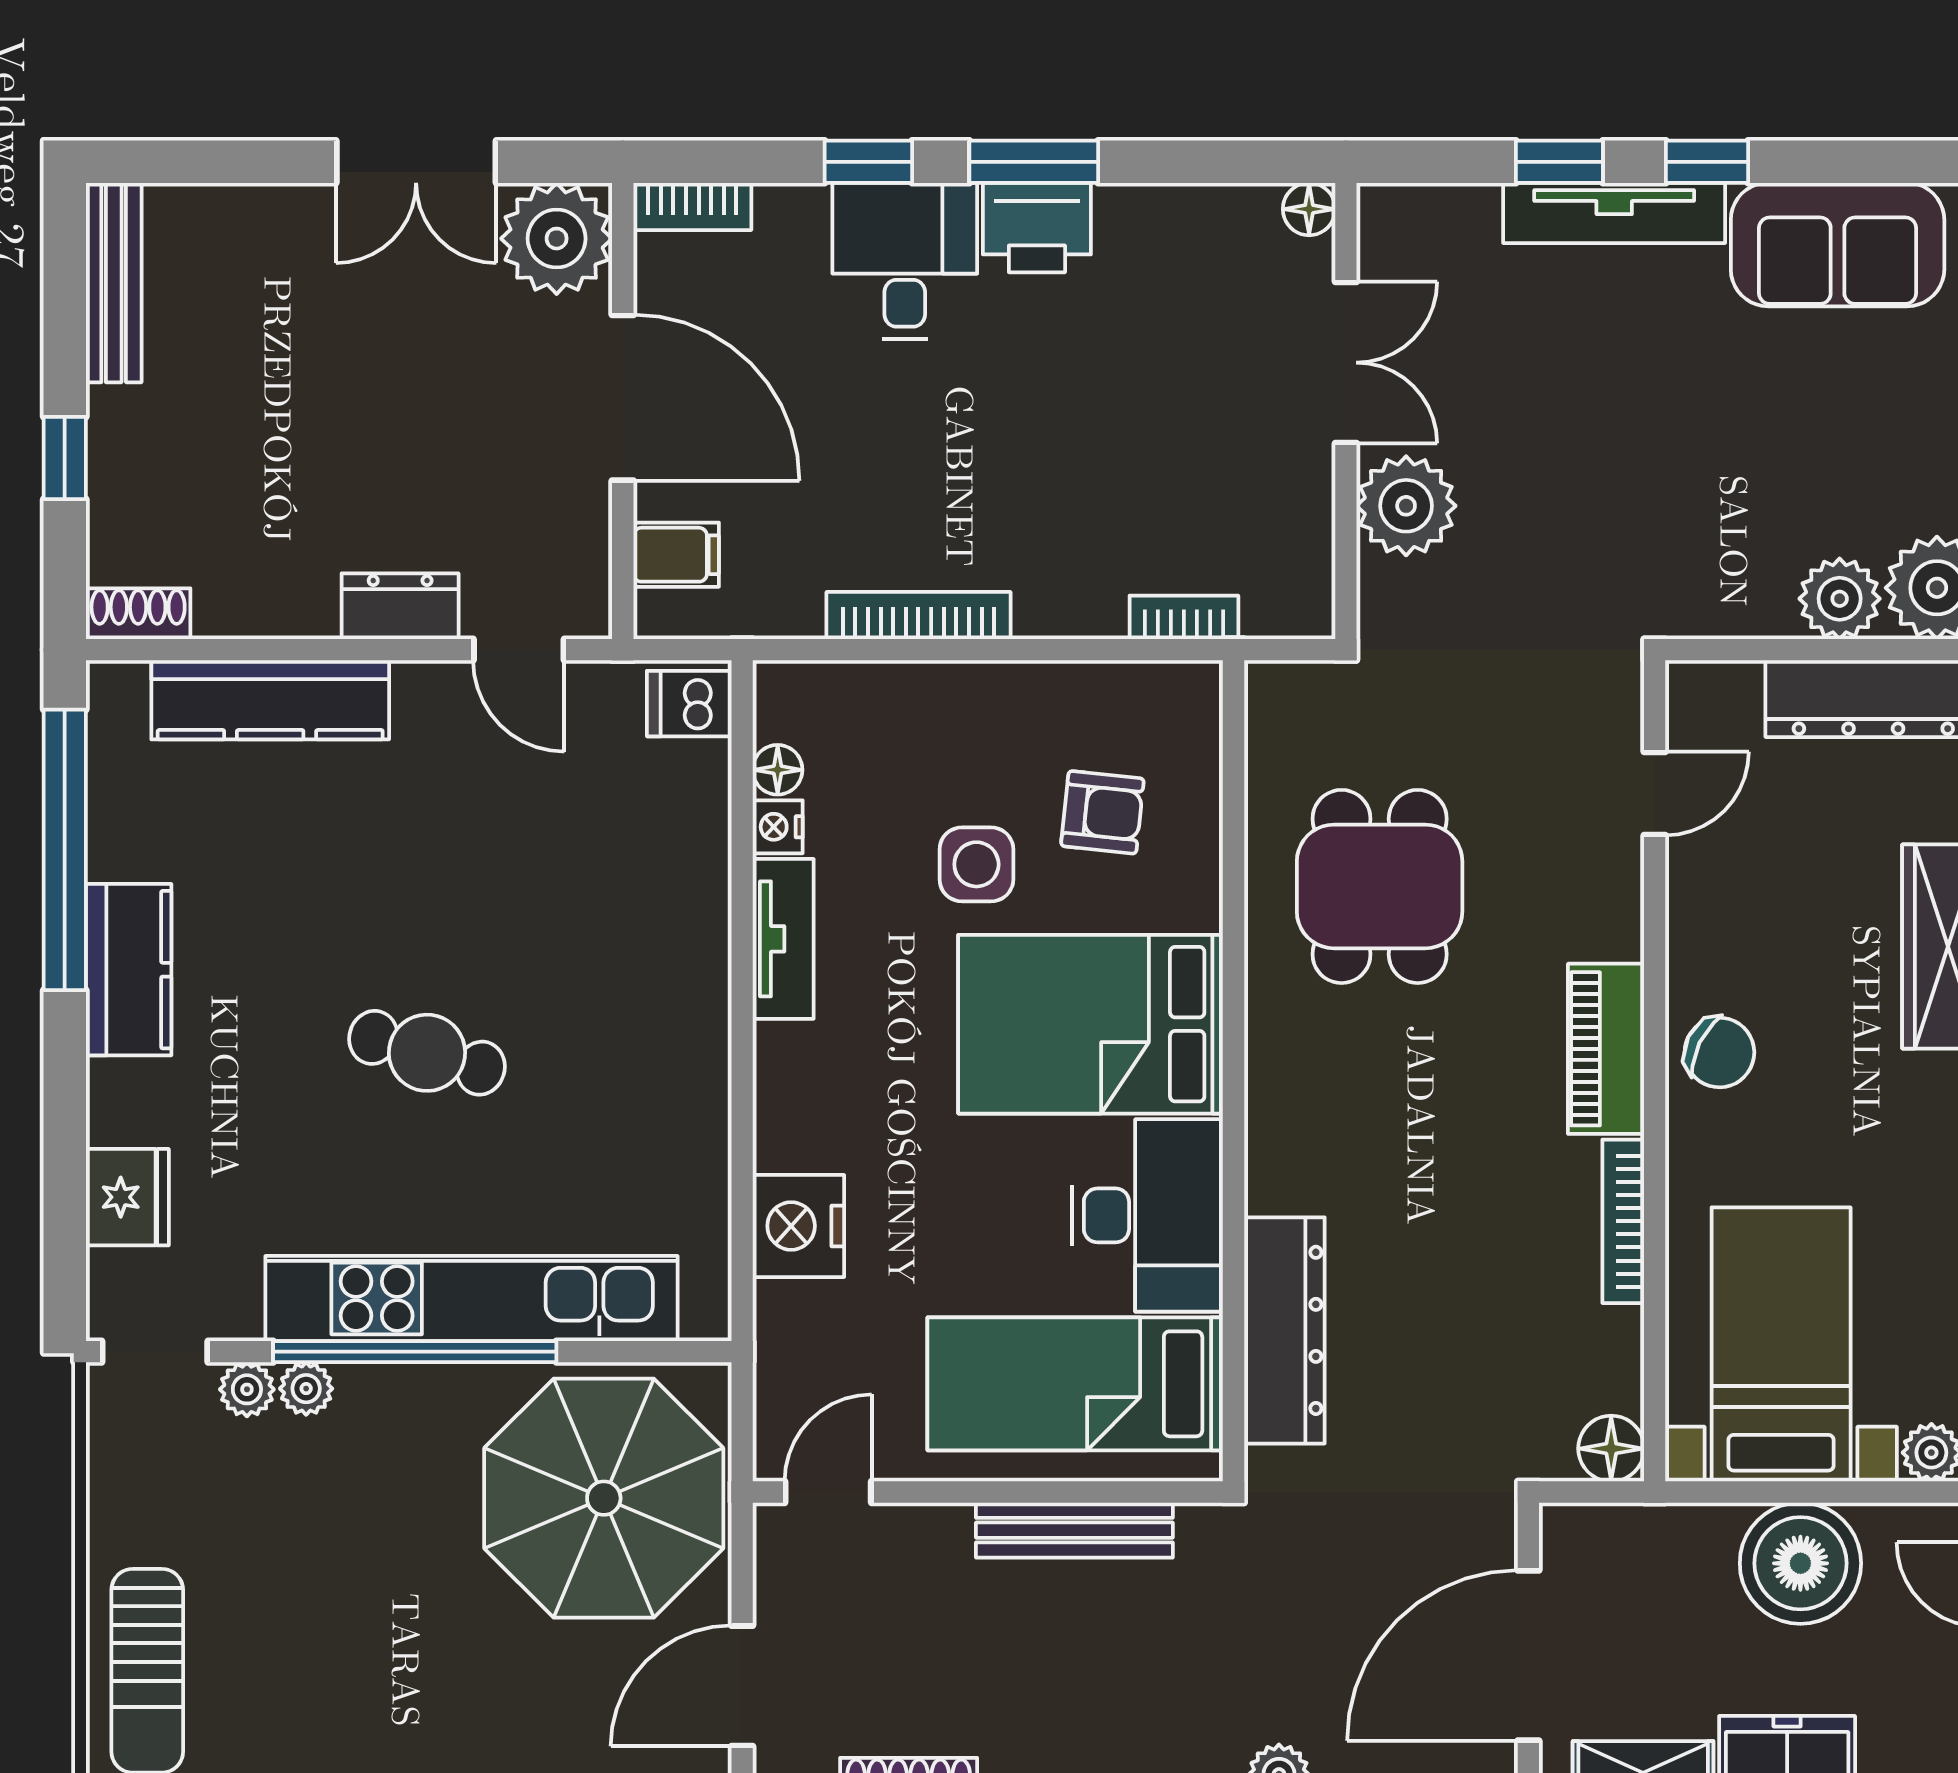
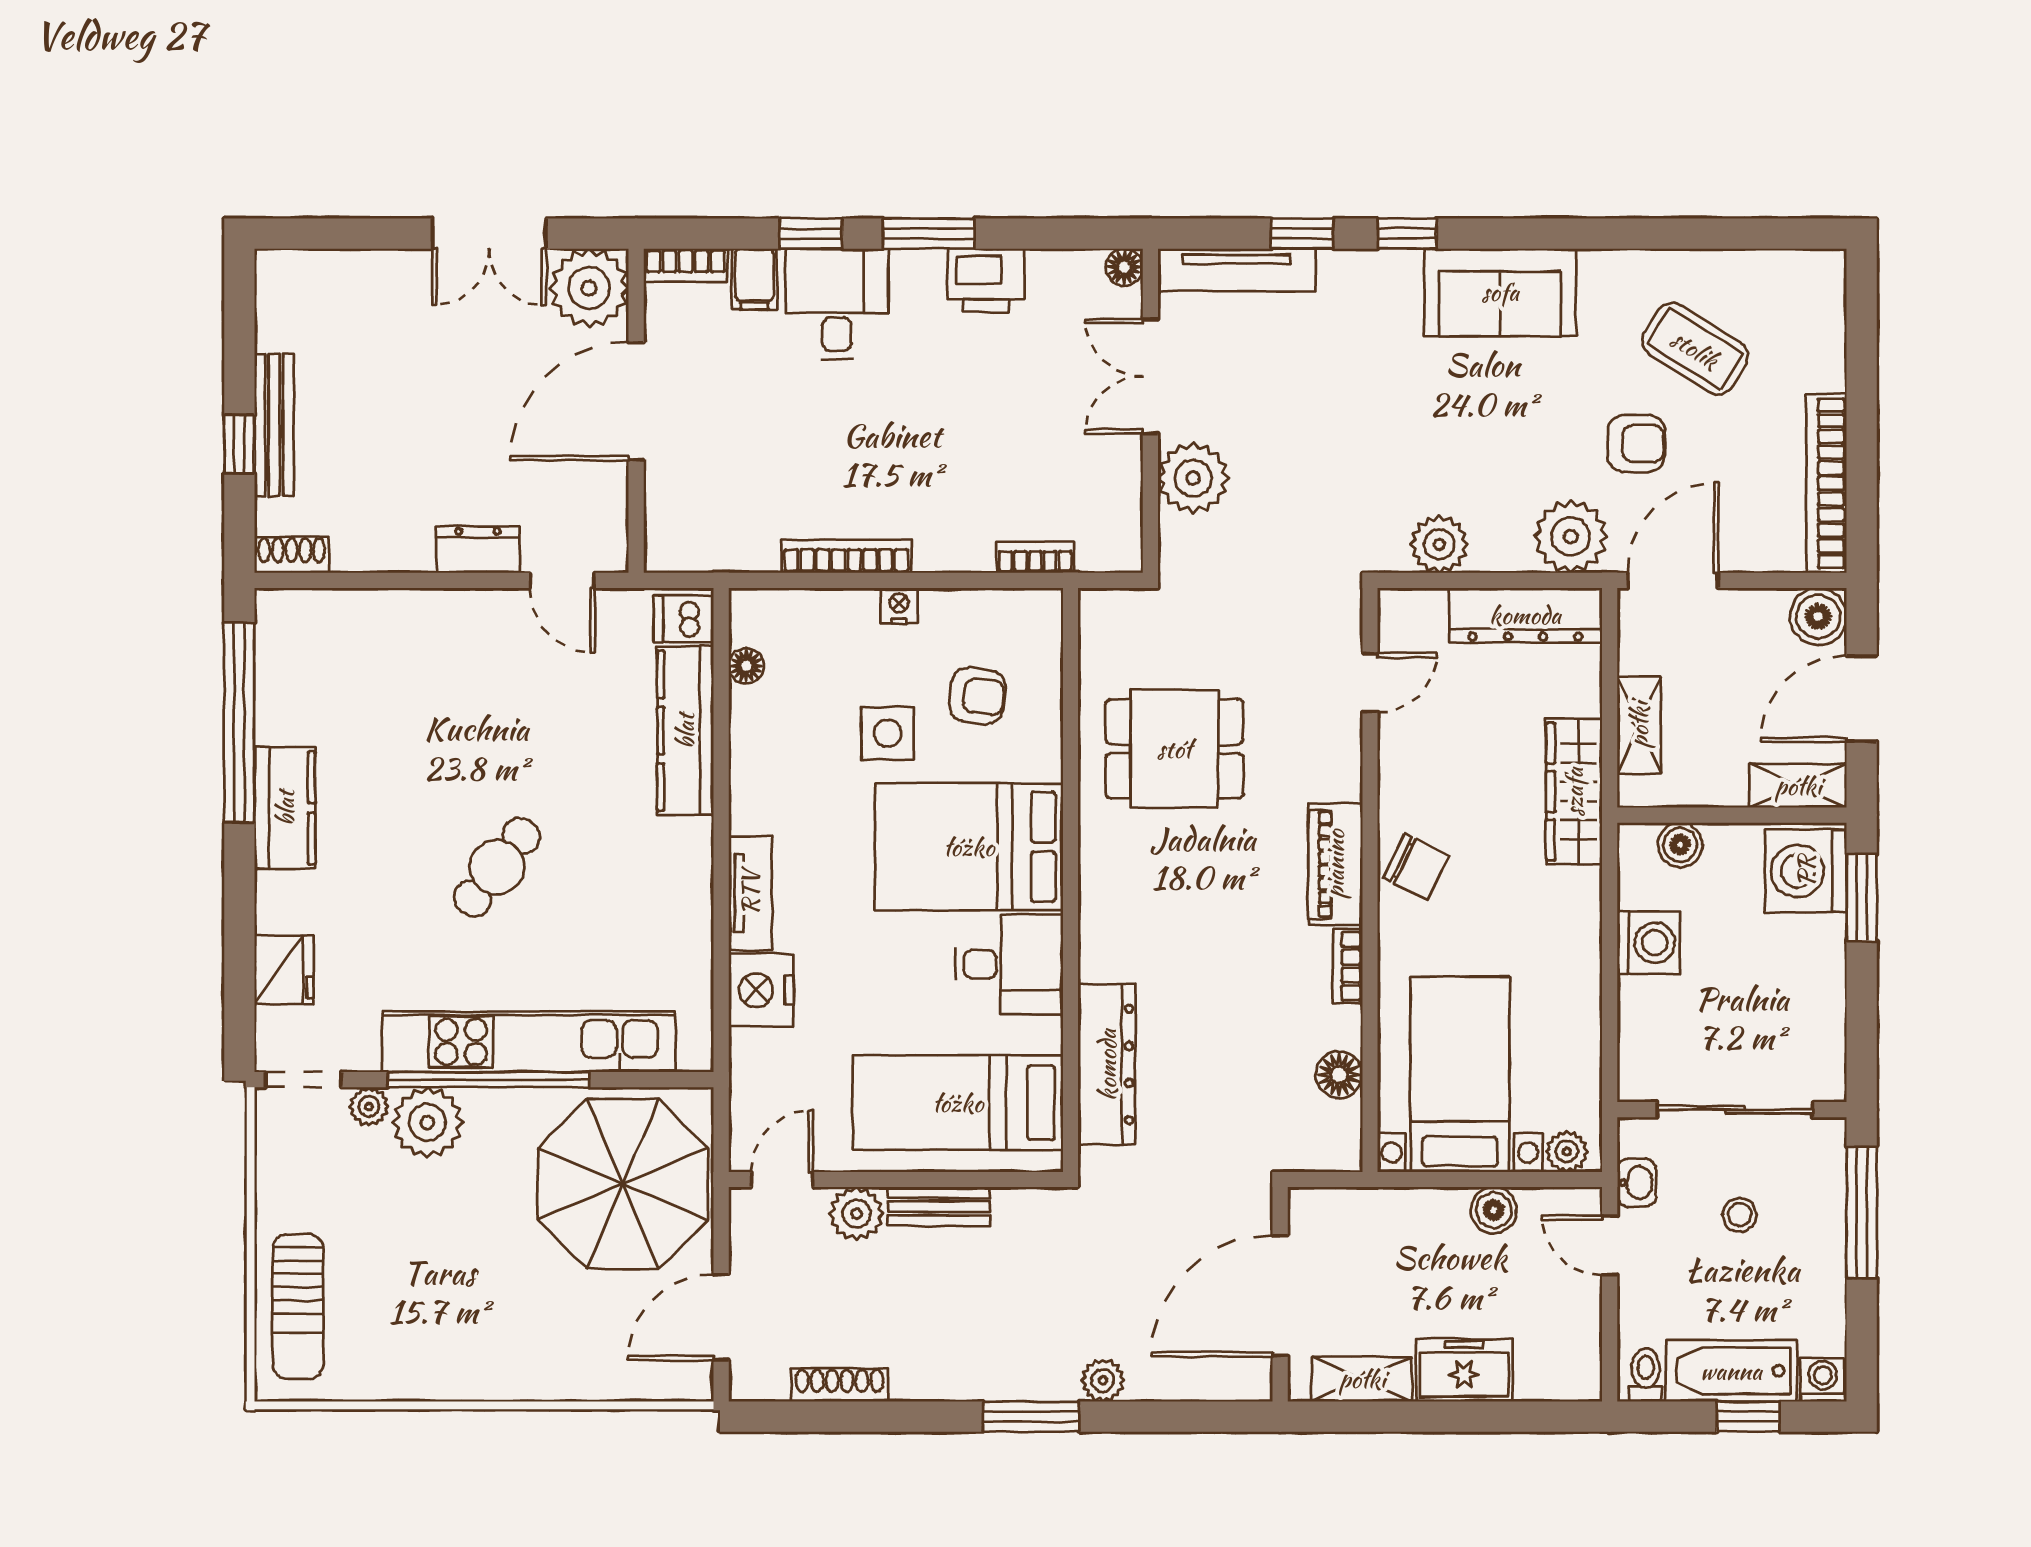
tv unit: (1614, 213) -> (1237, 270), moved
printer: (1037, 228) -> (986, 280), moved
bench: (114, 283) -> (274, 425), moved
double door: (1346, 363) -> (1150, 376), swing flipped
door: (623, 398) -> (636, 401), swing flipped
filing cabinet: (676, 555) -> (754, 279), moved, turned 90
plant: (1840, 599) -> (1439, 544), moved
kitchen counter: (270, 700) -> (685, 731), moved, turned 90
nightstand: (778, 827) -> (899, 606), moved, turned 90
dining table: (1380, 886) -> (1174, 749), turned 90
tv unit: (783, 939) -> (750, 893), moved
cafe table: (427, 1053) -> (497, 867), turned -68
desk: (1147, 1215) -> (1009, 964), width x0.73
bookcase: (1623, 1221) -> (1348, 966), width x0.64
plant: (306, 1389) -> (427, 1122), width x1.88, depth x1.88
floor lamp: (1611, 1449) -> (1339, 1075), moved
bench: (1074, 1530) -> (939, 1207), width x0.73
plant: (933, 1540) -> (857, 1214), added
boiler: (1800, 1563) -> (1494, 1210), width x0.54, depth x0.54

